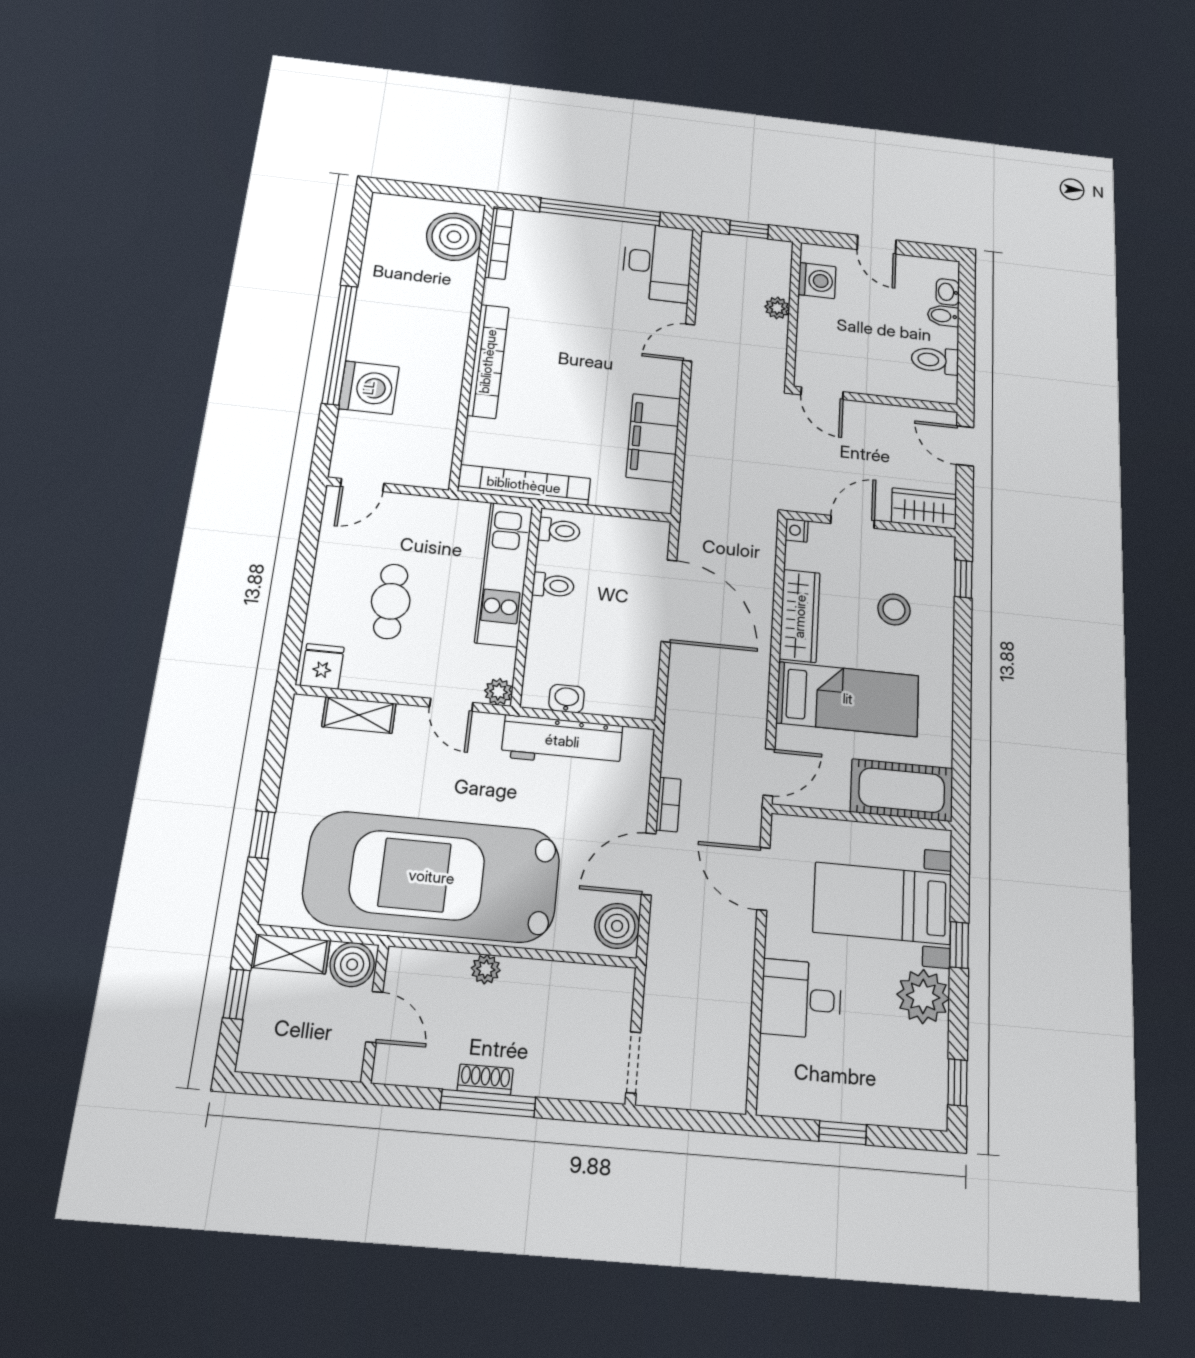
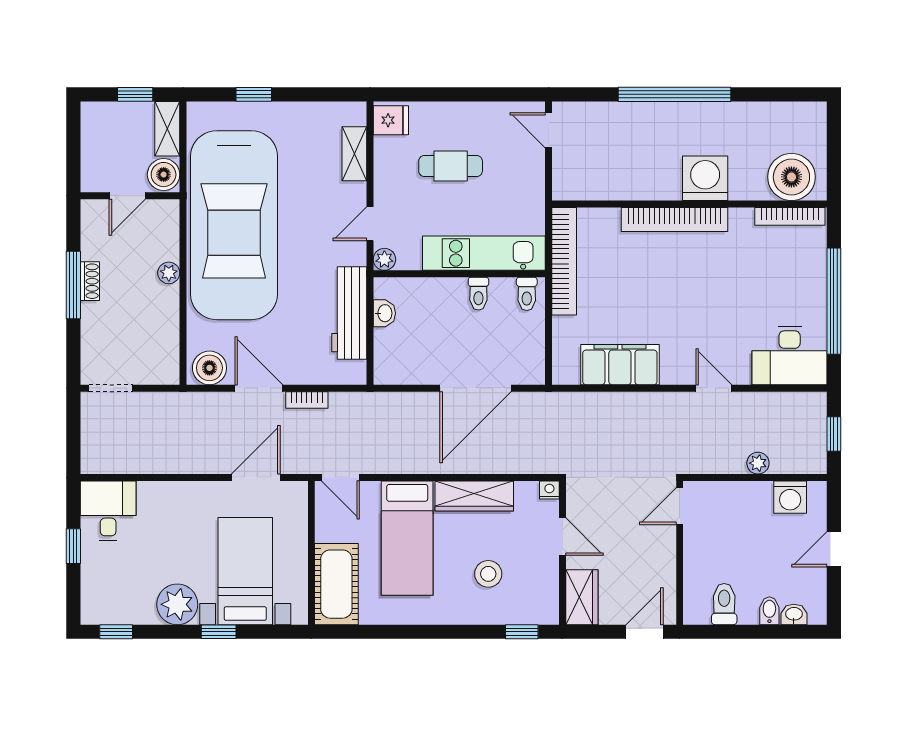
washing machine: (369, 388) -> (705, 178), moved, turned 180
car: (432, 877) -> (234, 225), turned 180
desk: (801, 999) -> (108, 511), moved

